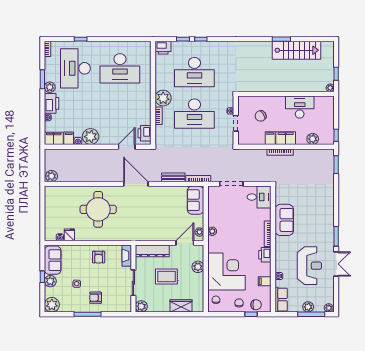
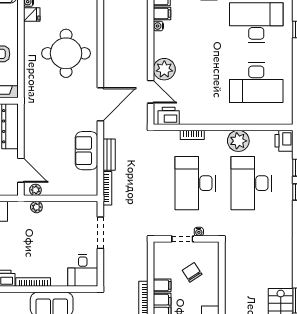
desk: (120, 68) -> (256, 83), turned -90
plant: (163, 98) -> (238, 141), moved
plant: (91, 137) -> (164, 69), moved
sofa: (196, 200) -> (86, 151), moved, turned -90

